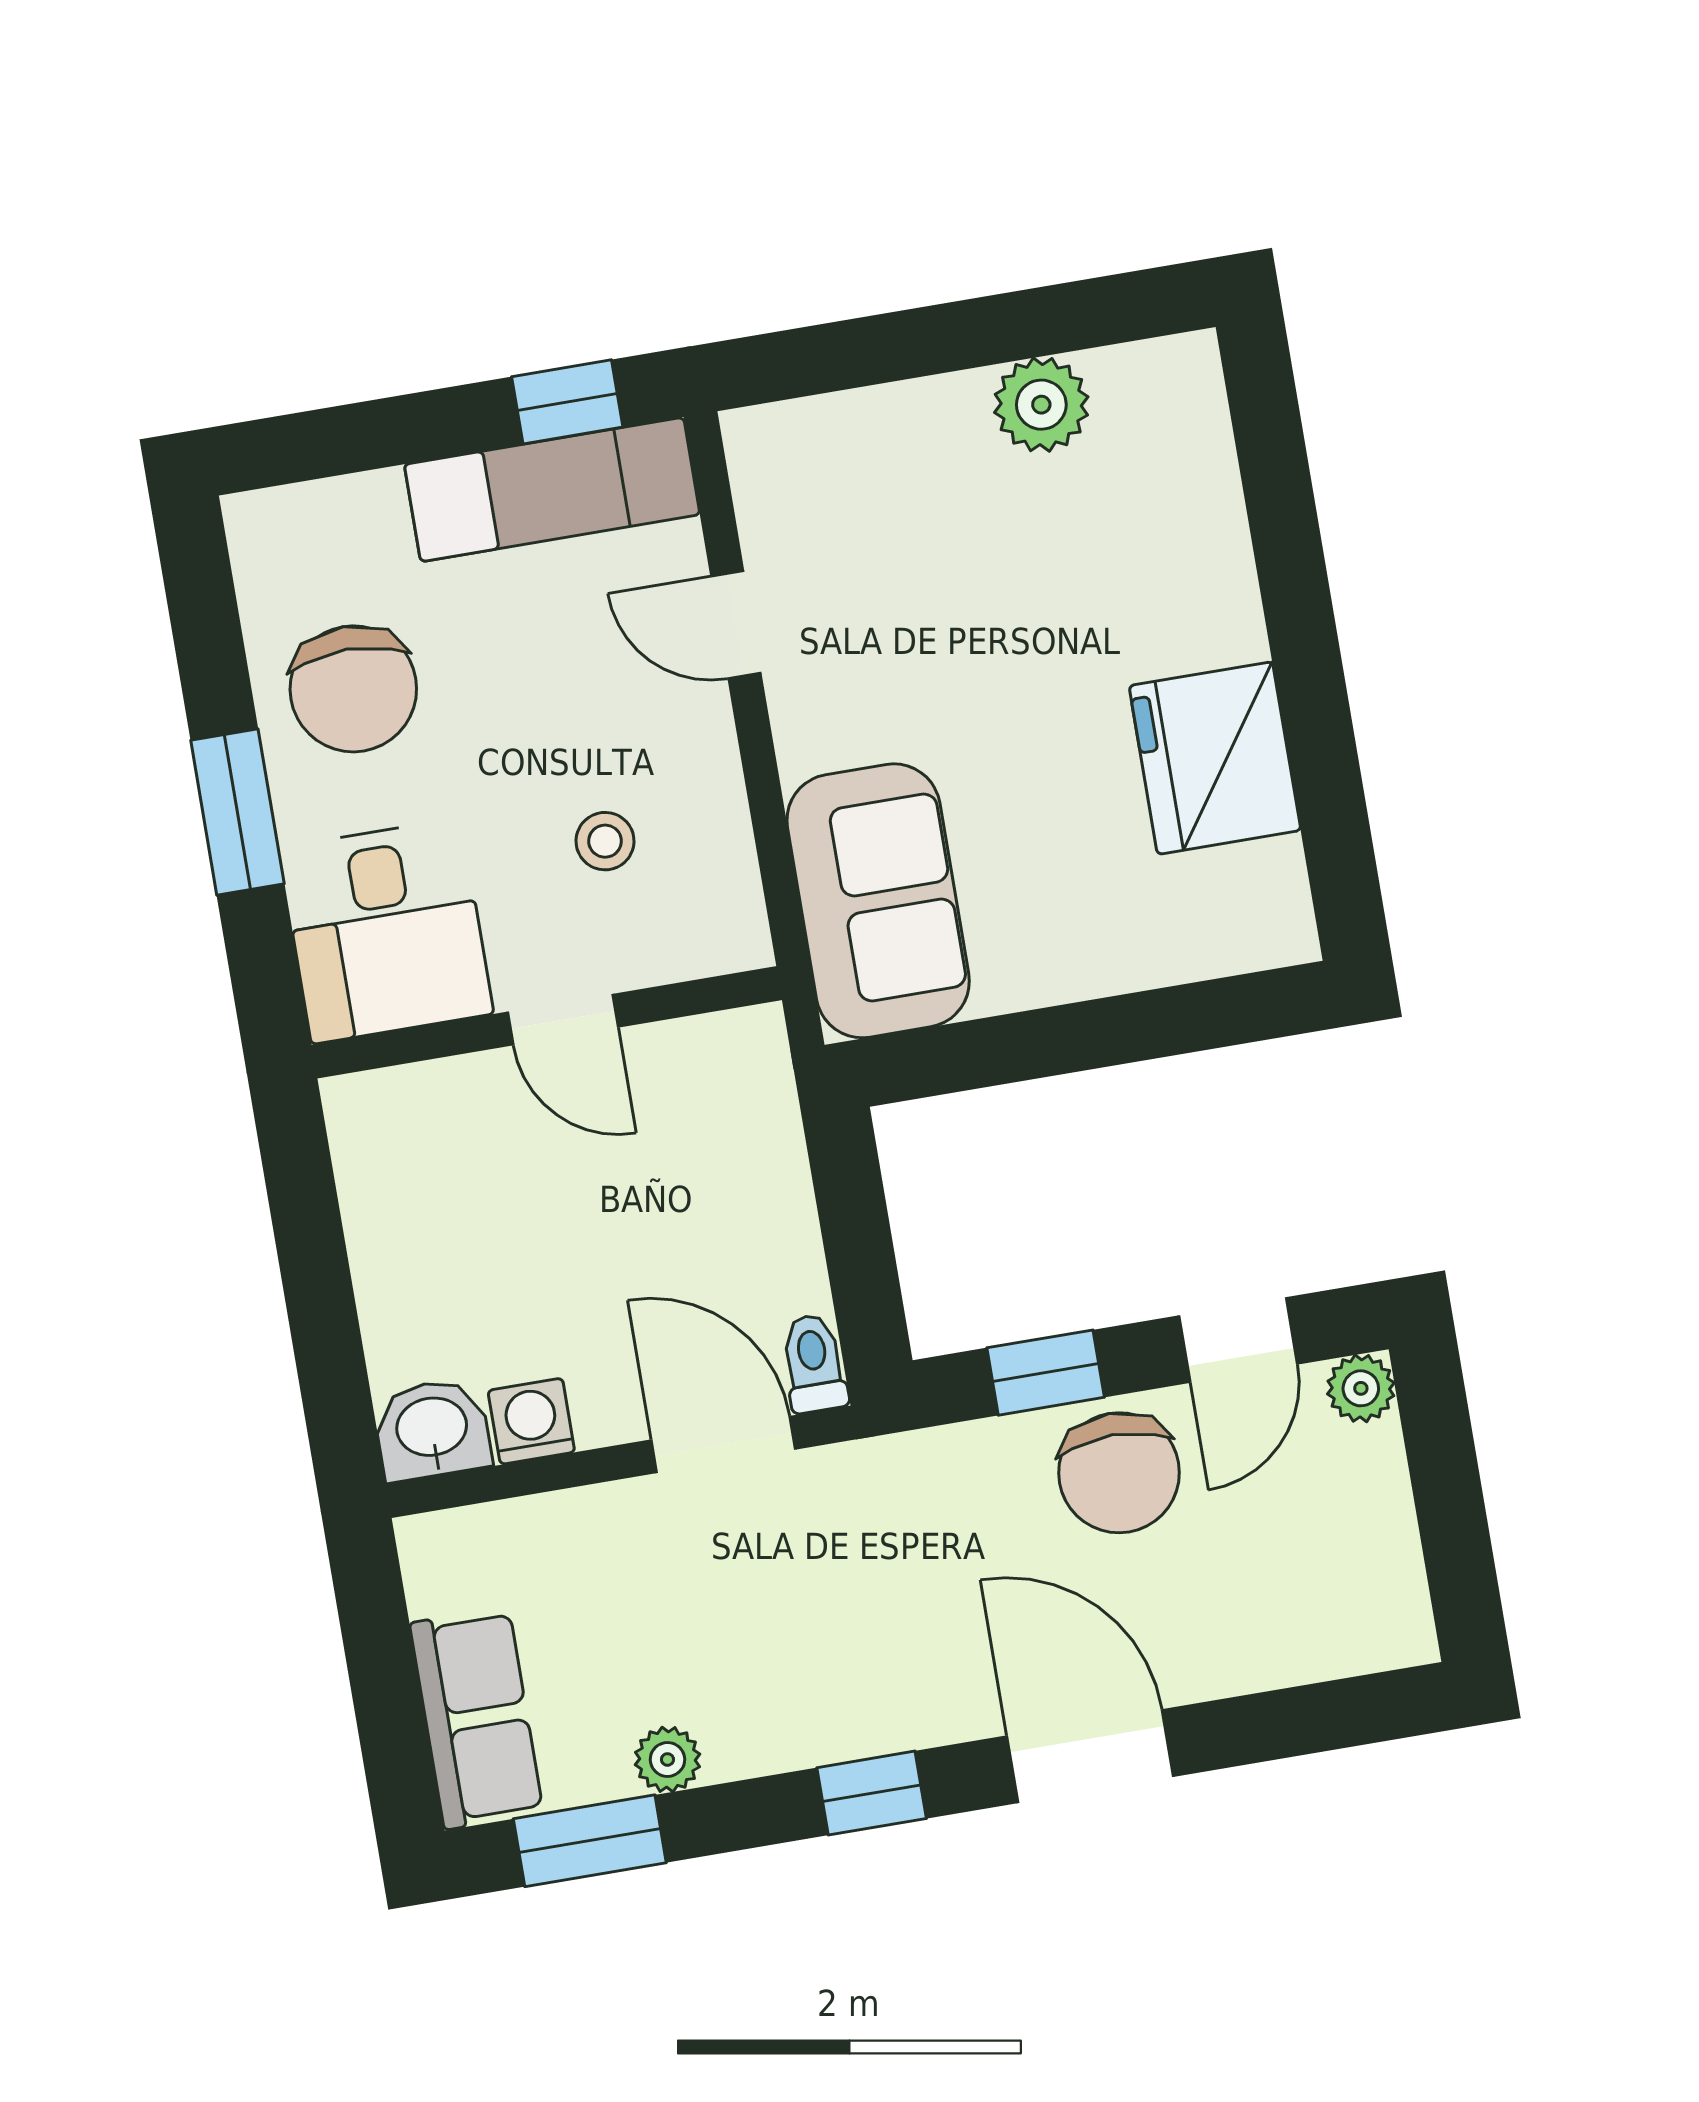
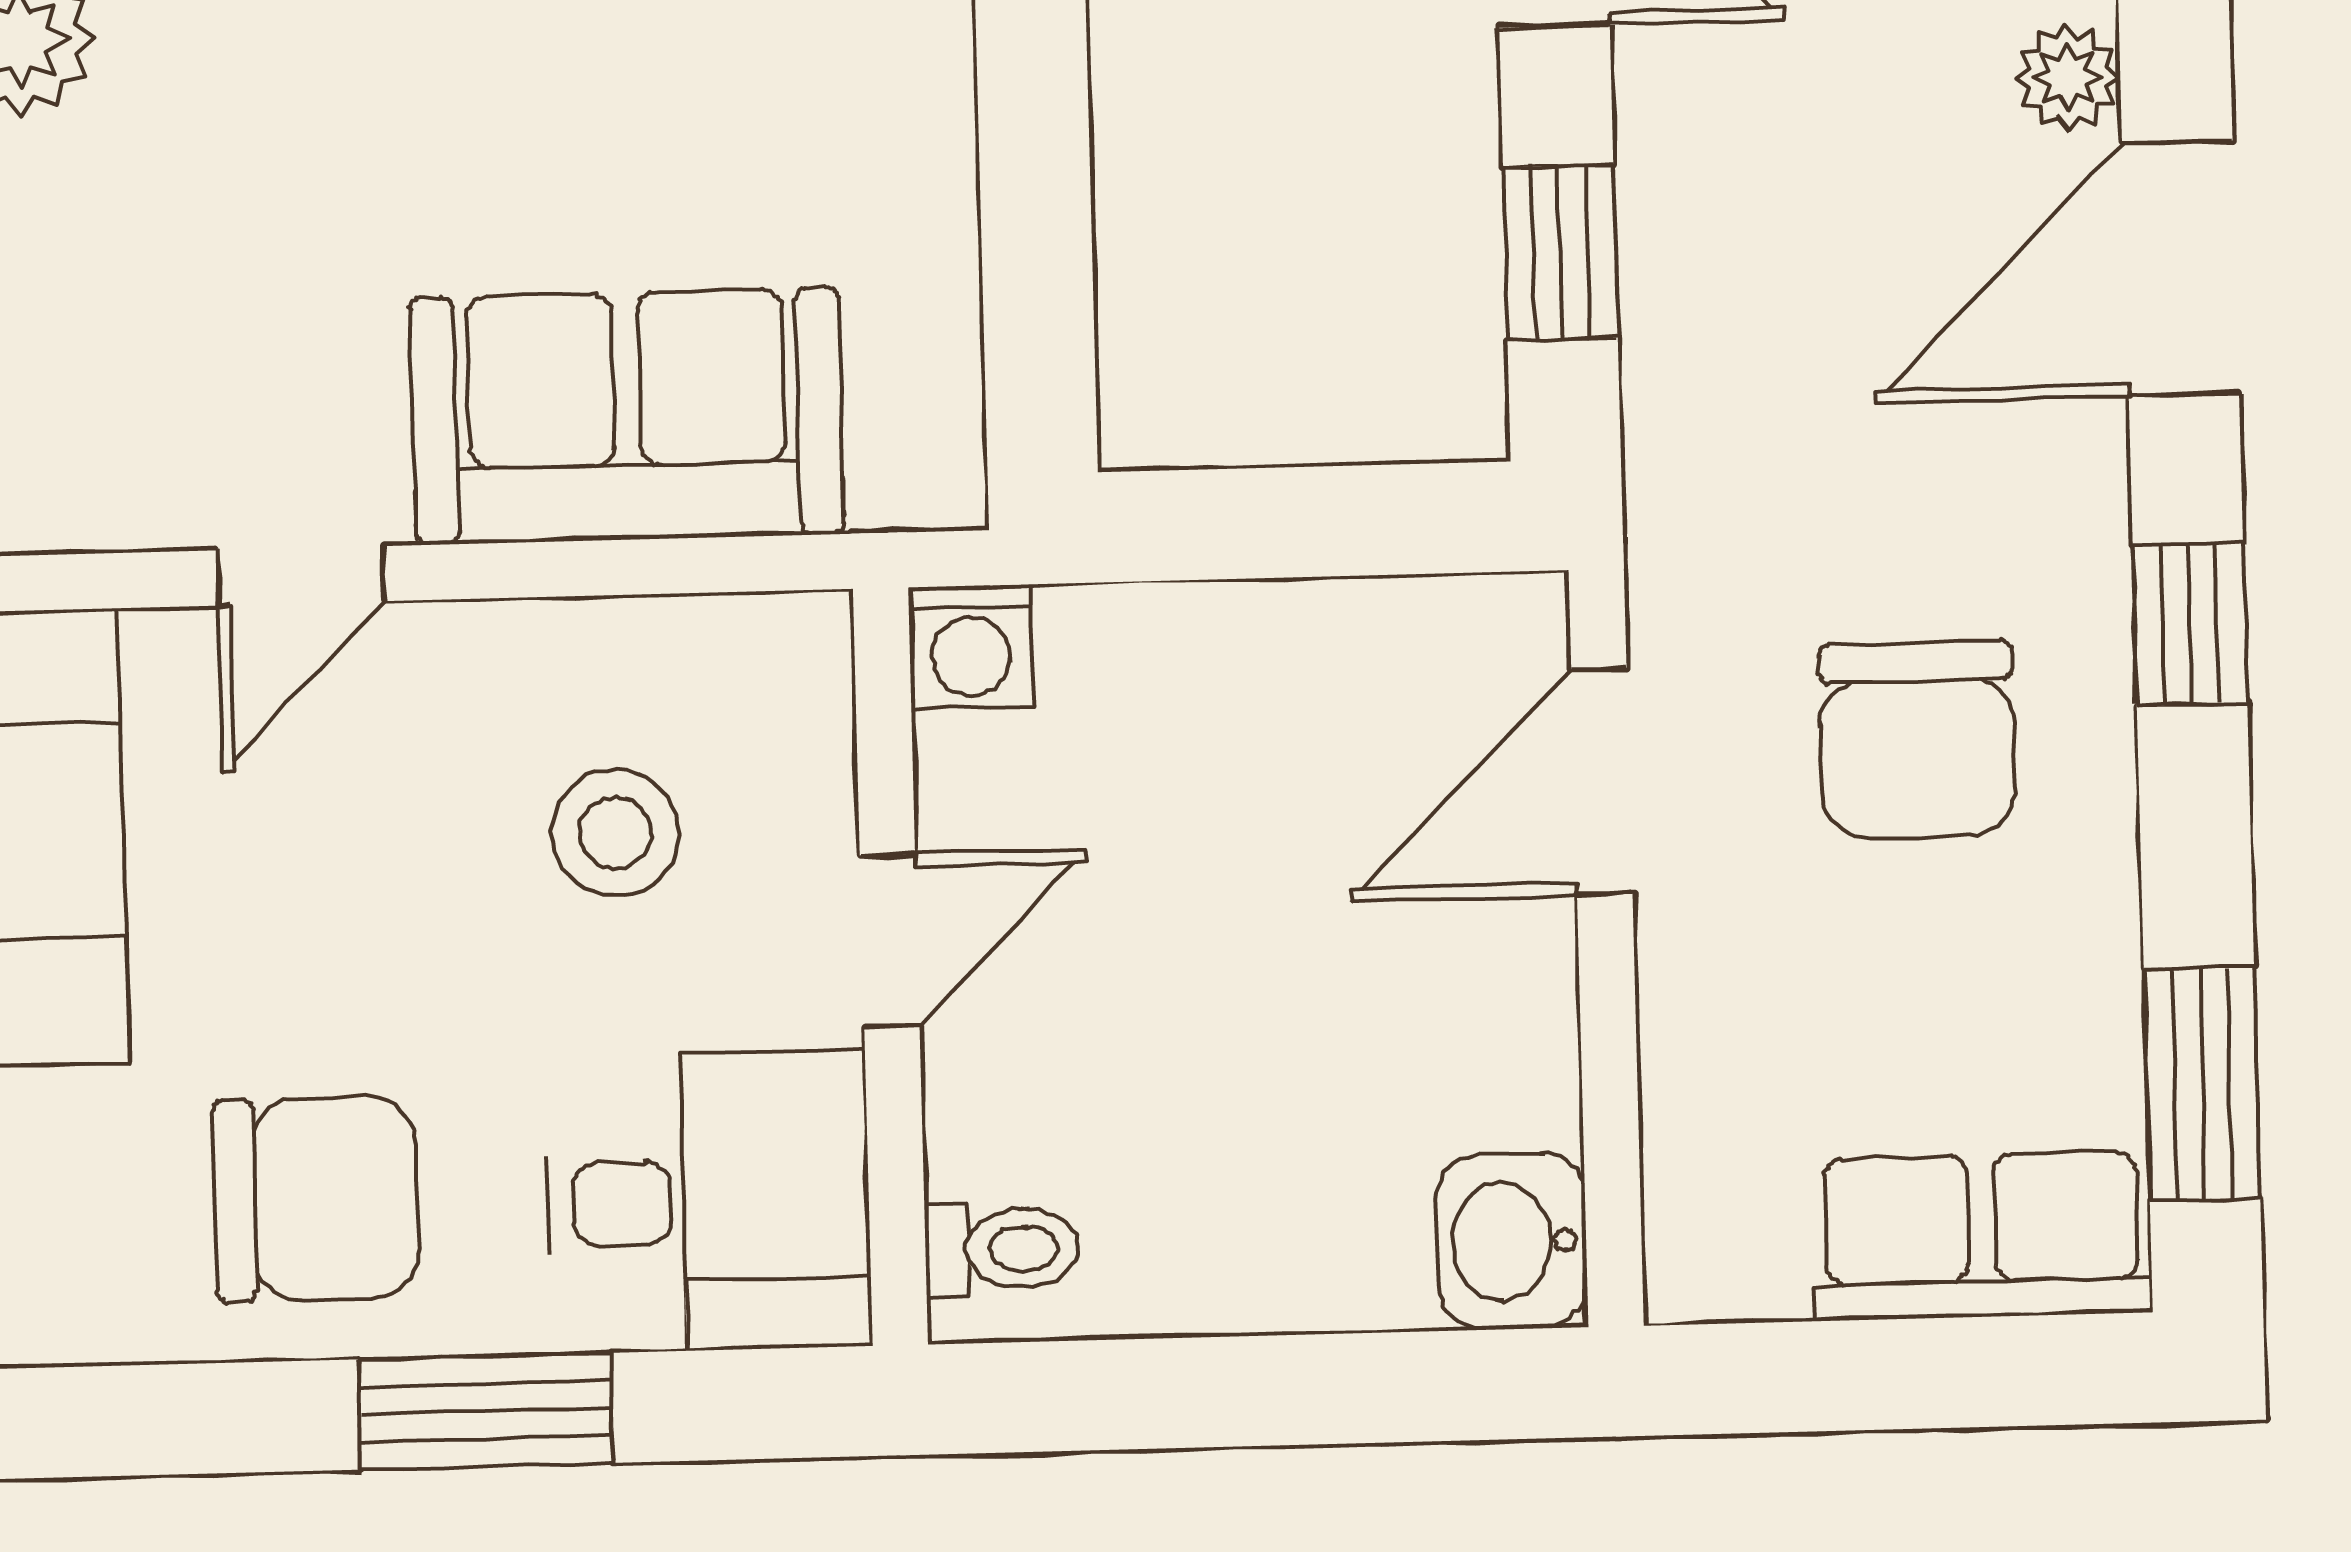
stool: (605, 841) -> (615, 833), width x1.37, depth x1.37
sofa: (878, 901) -> (627, 416), moved
toilet: (814, 1363) -> (1002, 1249), moved, turned 180
washing machine: (531, 1421) -> (970, 646), moved, turned -90
chair: (1119, 1473) -> (1917, 740), moved, turned 90
plant: (667, 1759) -> (2068, 78), moved

